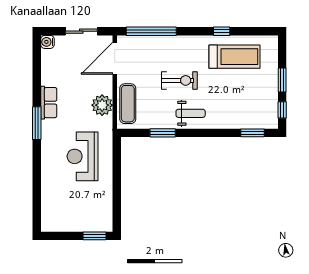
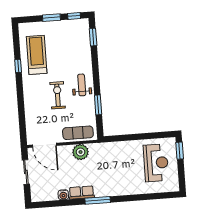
window: (151, 31) -> (22, 119), removed
water cooler: (47, 42) -> (63, 195), moved
reception desk: (83, 156) -> (156, 163), moved, turned -90

